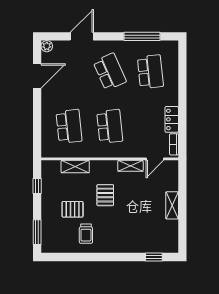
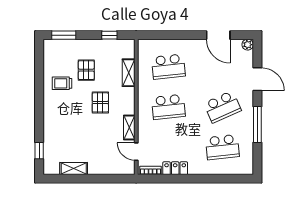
window: (142, 36) -> (257, 125), moved
pallet: (105, 195) -> (100, 102), turned 90
shelving: (172, 205) -> (74, 169), moved

